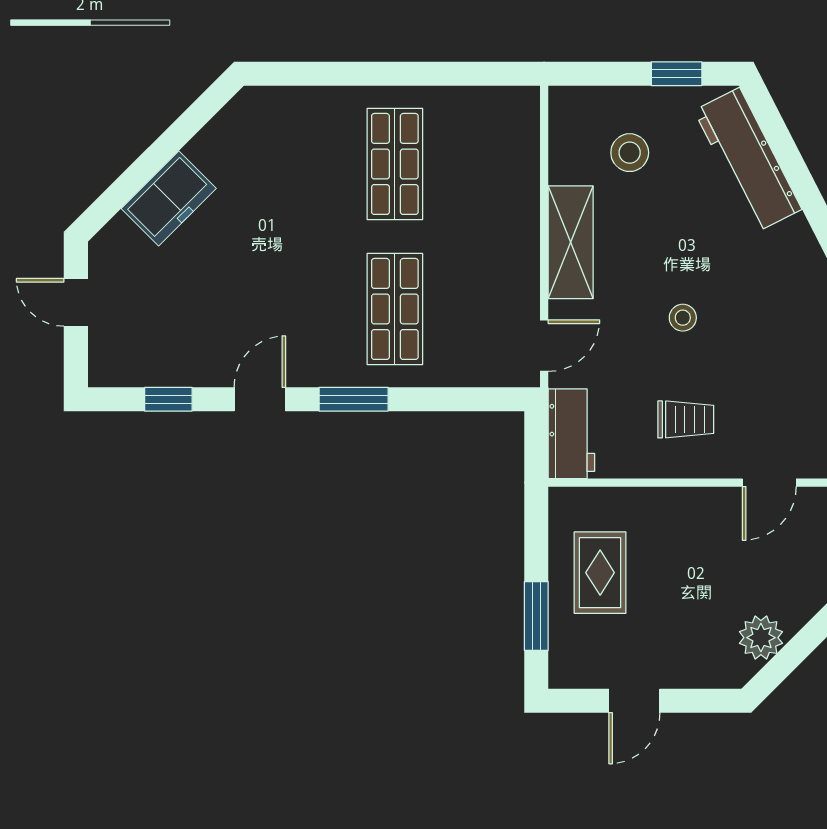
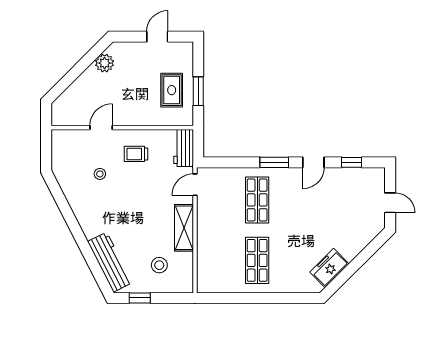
freezer: (169, 198) -> (329, 268), moved
stool: (683, 318) -> (100, 174), moved
window: (536, 616) -> (198, 91), moved

